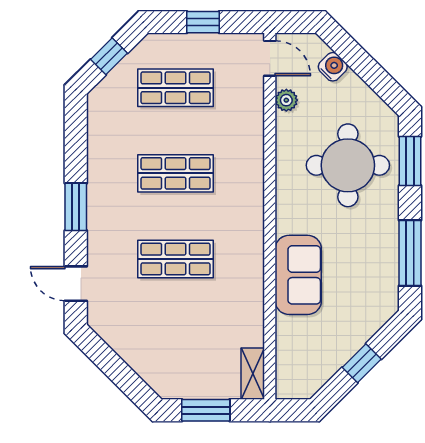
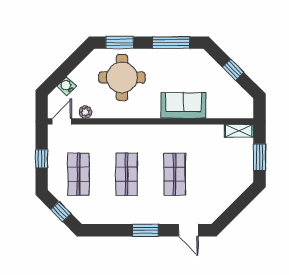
door: (76, 284) -> (188, 230), hinge flipped

